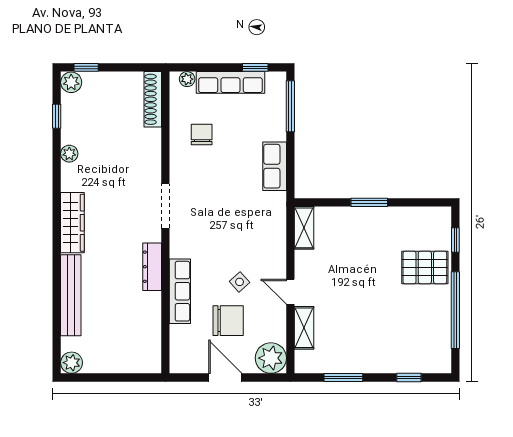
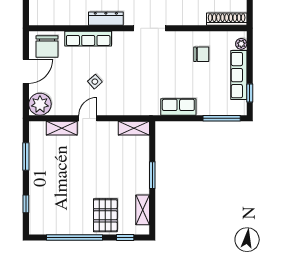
shelving: (417, 216) -> (143, 210), added
chair: (228, 321) -> (47, 46), moved

